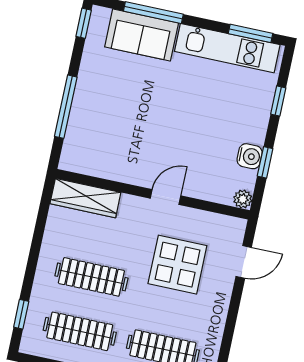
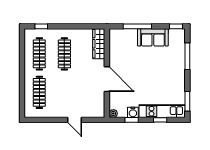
sofa: (142, 35) -> (153, 37), moved, turned -90
kitchen unit: (227, 48) -> (162, 111), moved, turned 90
door: (165, 197) -> (107, 79), width x1.88
door: (244, 262) -> (75, 120), moved
display table: (177, 265) -> (78, 91), removed

